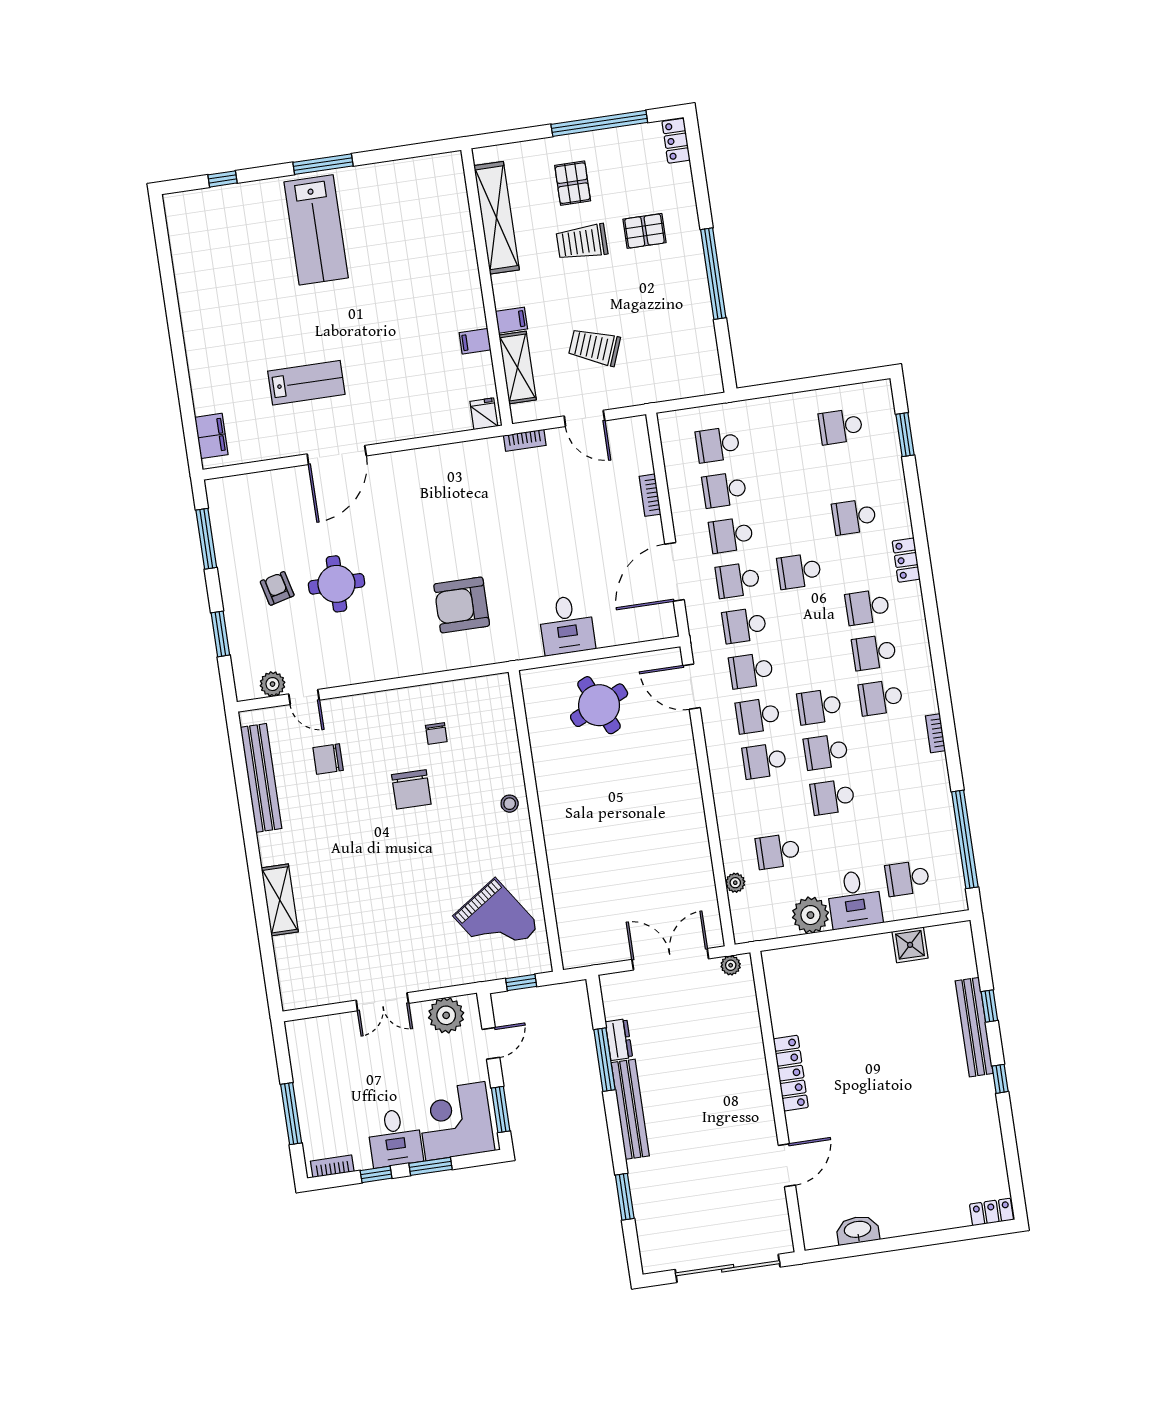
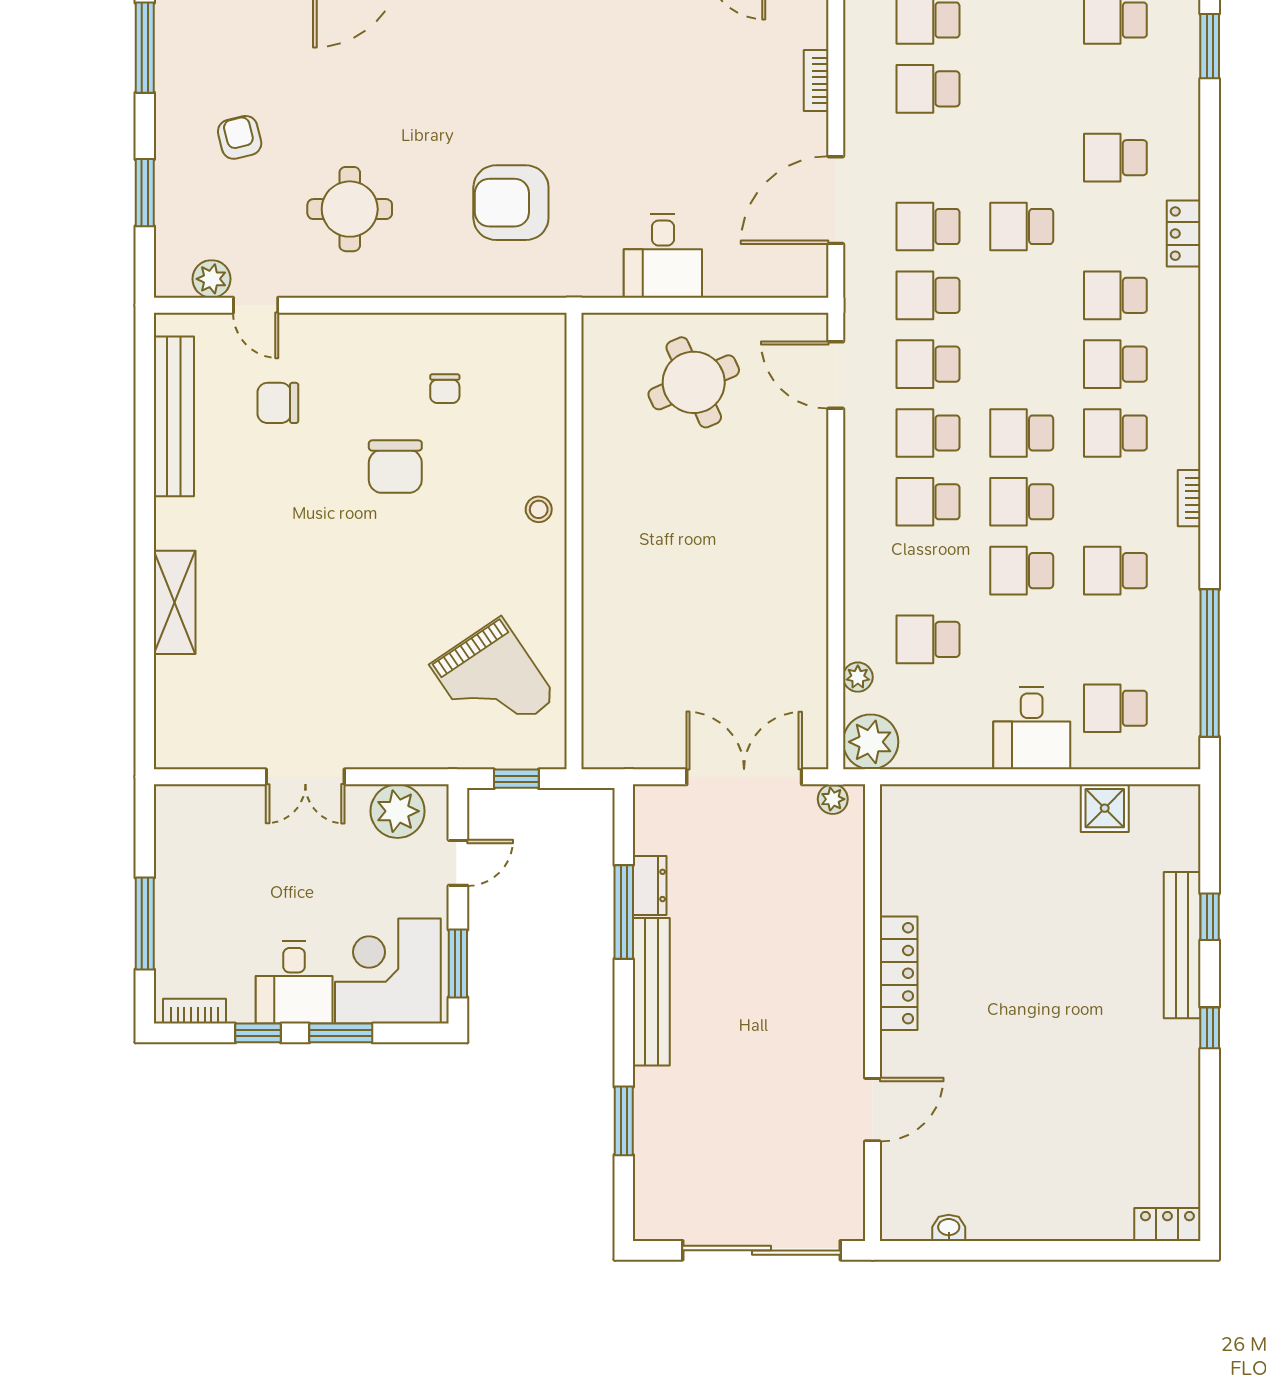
school desk: (731, 535) -> (1115, 571), moved
round table: (336, 584) -> (350, 209), moved
plant: (810, 915) -> (871, 742), moved
washbasin: (858, 1230) -> (949, 1228), width x0.52, depth x0.69

